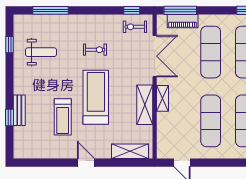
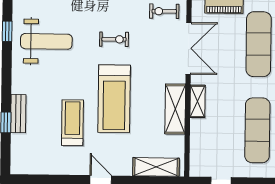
weight bench: (41, 52) -> (46, 41), width x1.36, depth x1.33
treadmill: (96, 97) -> (114, 99), turned 180
treadmill: (63, 117) -> (72, 123), turned 180

